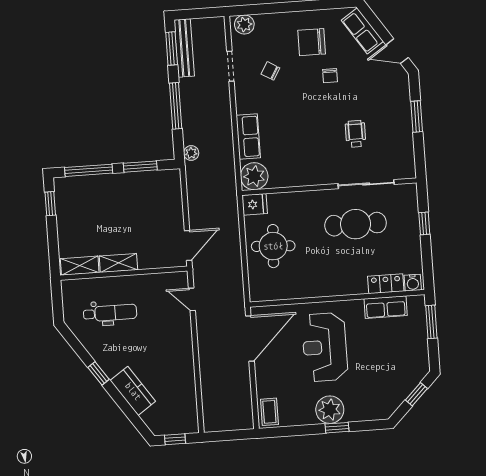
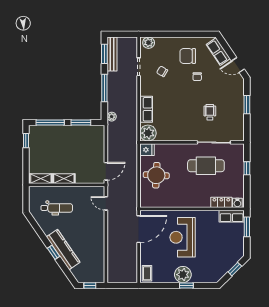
row of seats: (386, 307) -> (232, 216), moved
window: (98, 373) -> (54, 252), moved
kitchen counter: (133, 391) -> (63, 250), width x1.50

